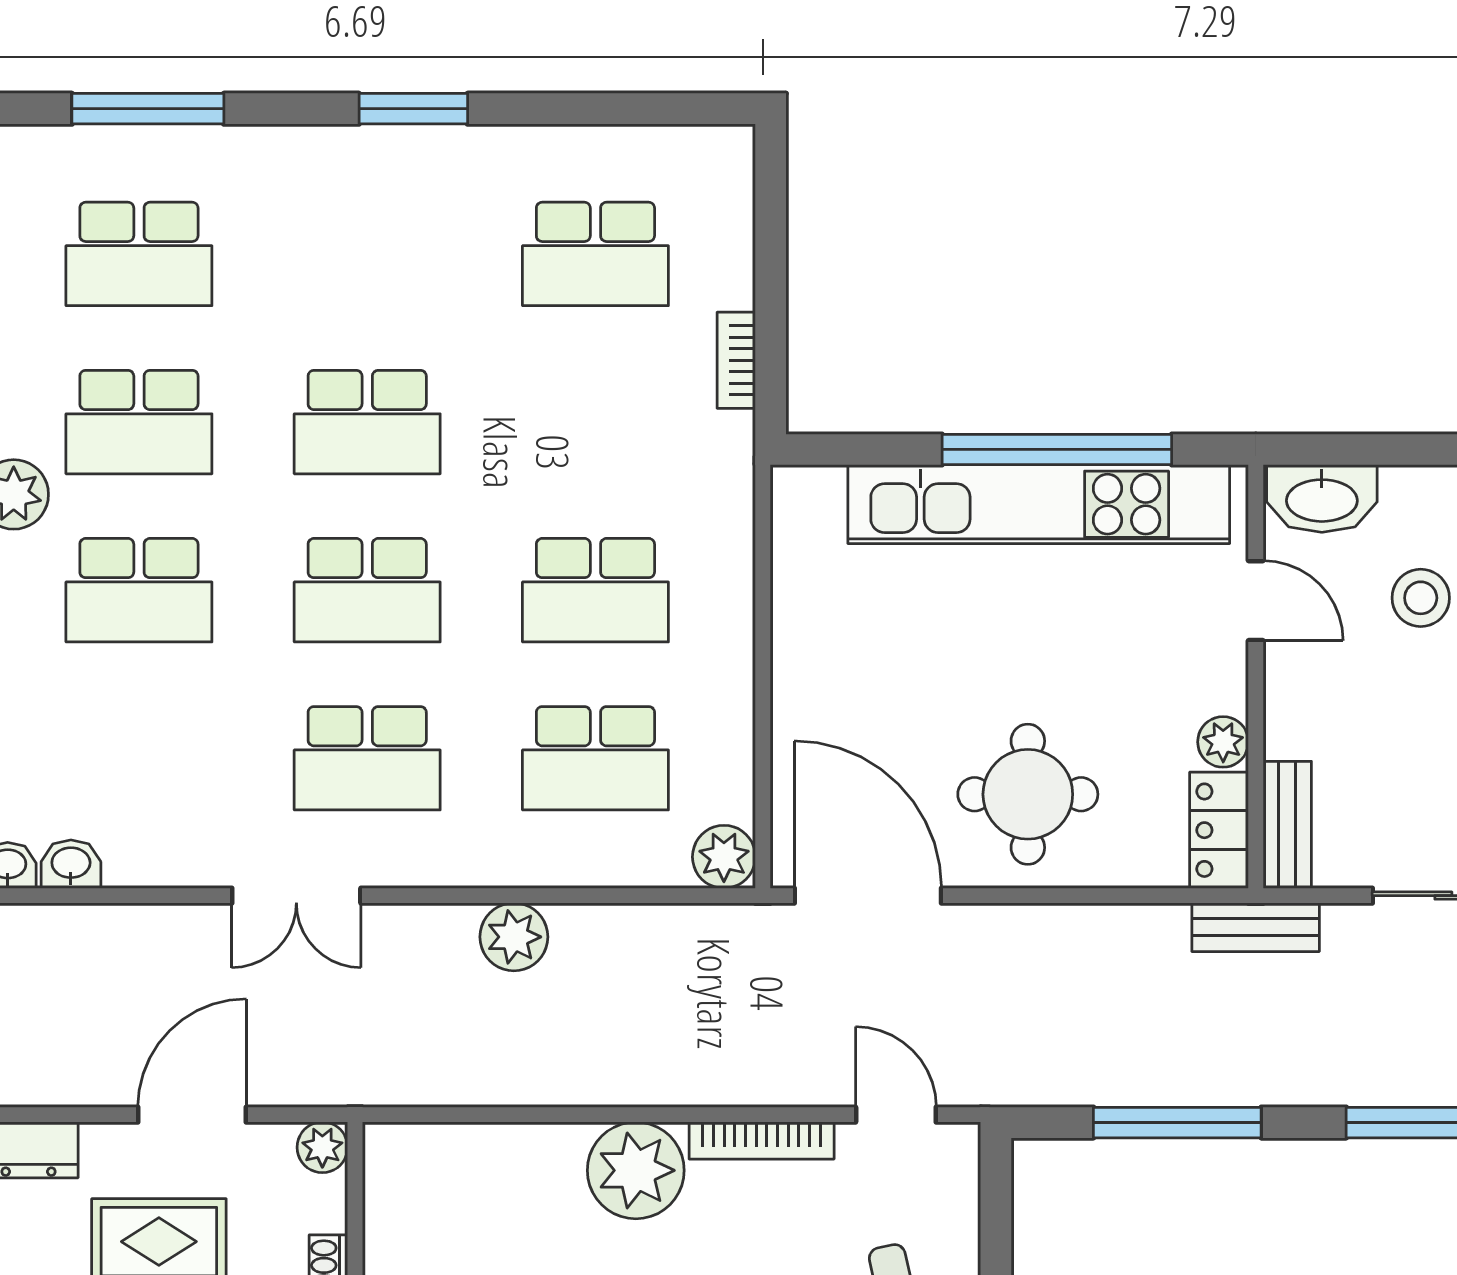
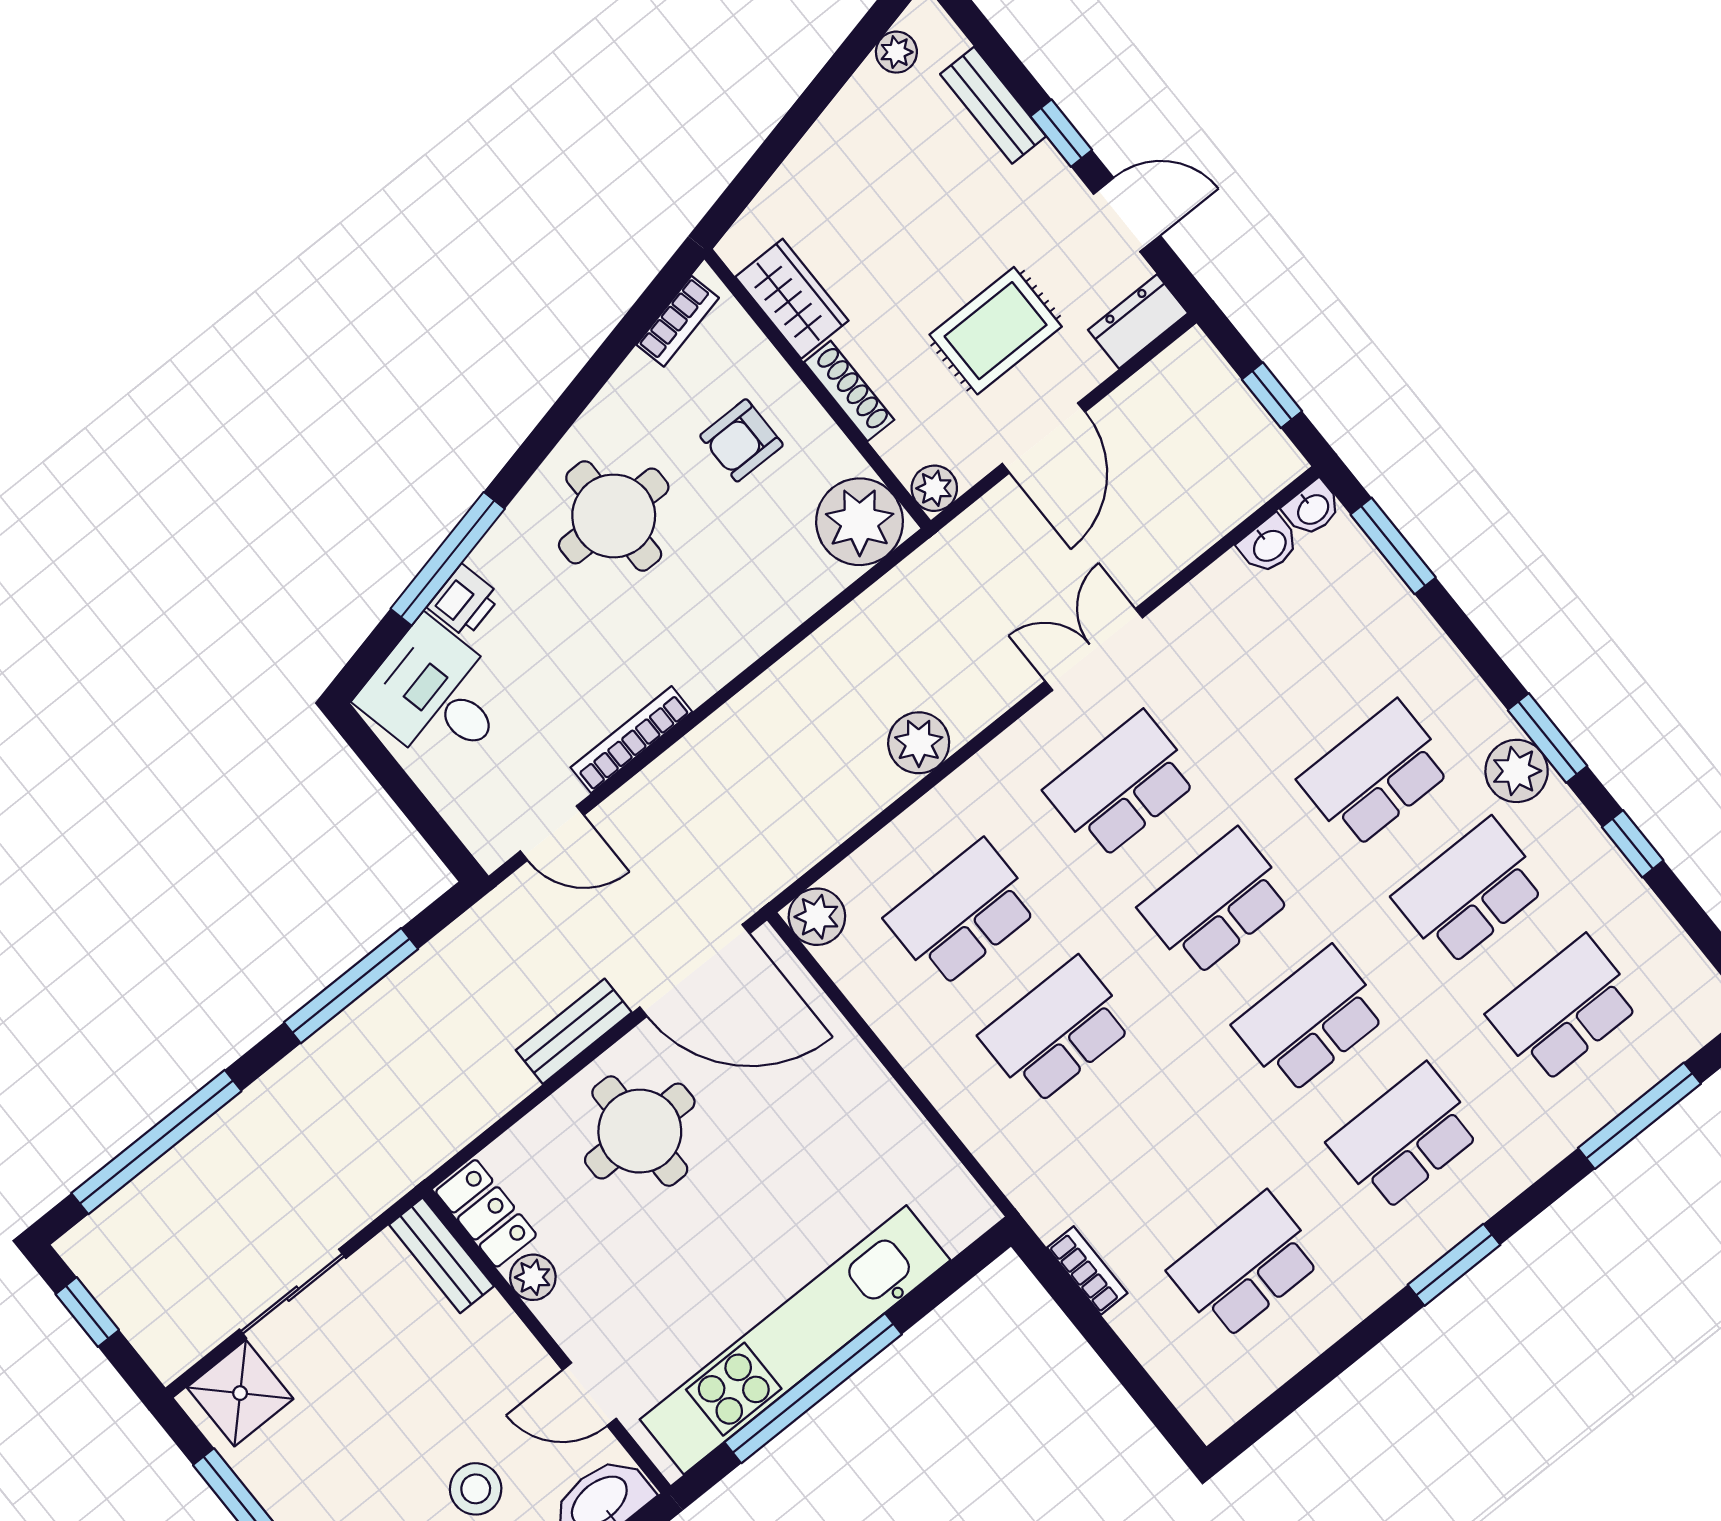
school desk: (367, 254) -> (1405, 1137), added
bench: (1256, 927) -> (574, 1031), moved
plant: (636, 1170) -> (860, 522), moved

